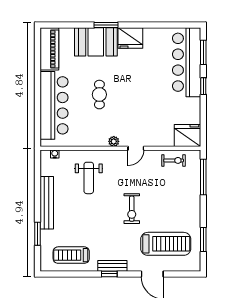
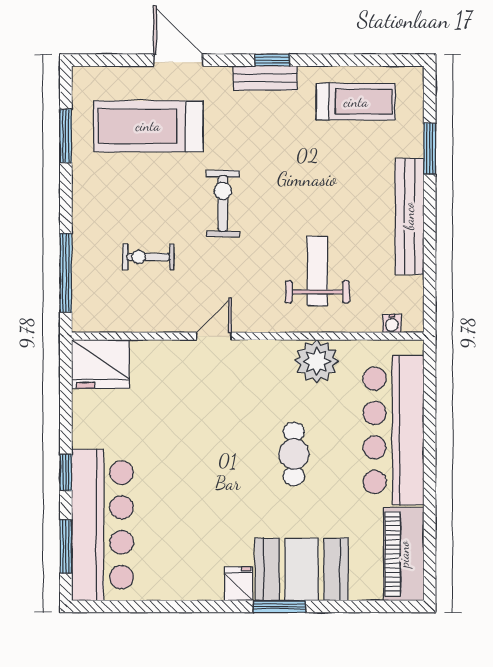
fridge: (130, 38) -> (239, 584), width x0.53, depth x0.75
plant: (114, 141) -> (317, 361), moved, width x1.88, depth x1.88
exercise bike: (174, 160) -> (148, 257), moved

